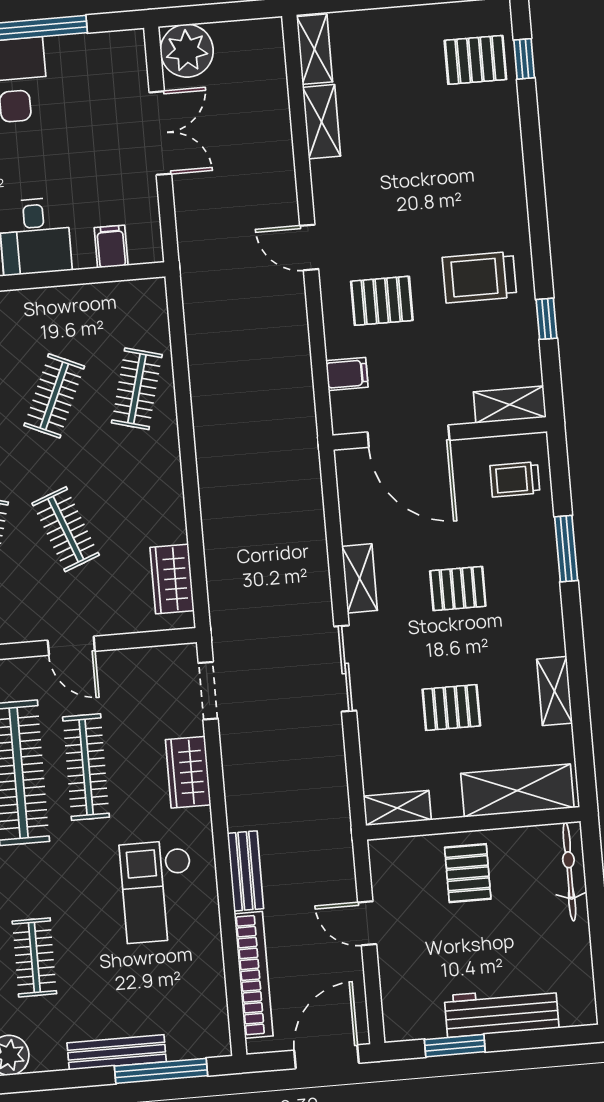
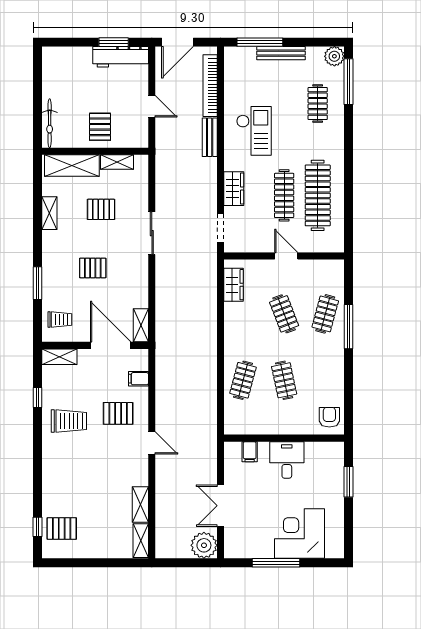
clothes rail: (54, 396) -> (284, 380), turned -36
shelving: (360, 578) -> (141, 325), moved
shelving: (397, 808) -> (117, 162), moved
workbench: (502, 1012) -> (121, 57), moved

